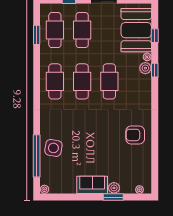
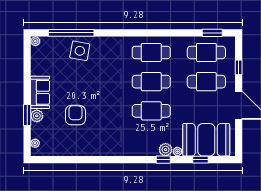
window: (37, 35) -> (212, 33), moved
armchair: (135, 135) -> (75, 115), moved

